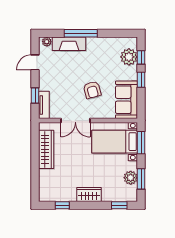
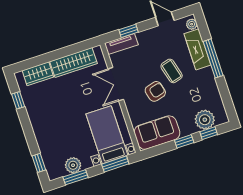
coffee table: (80, 71) -> (172, 71), added
armchair: (92, 90) -> (155, 91), turned 180
wardrobe: (89, 195) -> (38, 74), moved, turned 90

